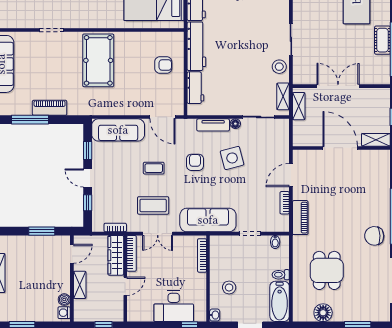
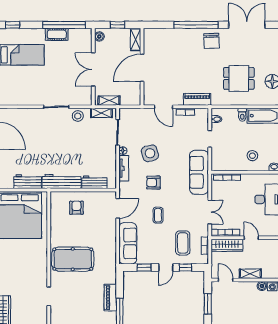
boiler: (380, 94) -> (99, 36), added
coffee table: (153, 205) -> (183, 243), moved

